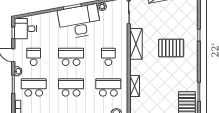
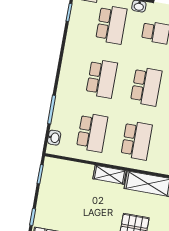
school desk: (108, 57) -> (137, 140), width x1.85
shelving: (135, 86) -> (110, 175), moved

